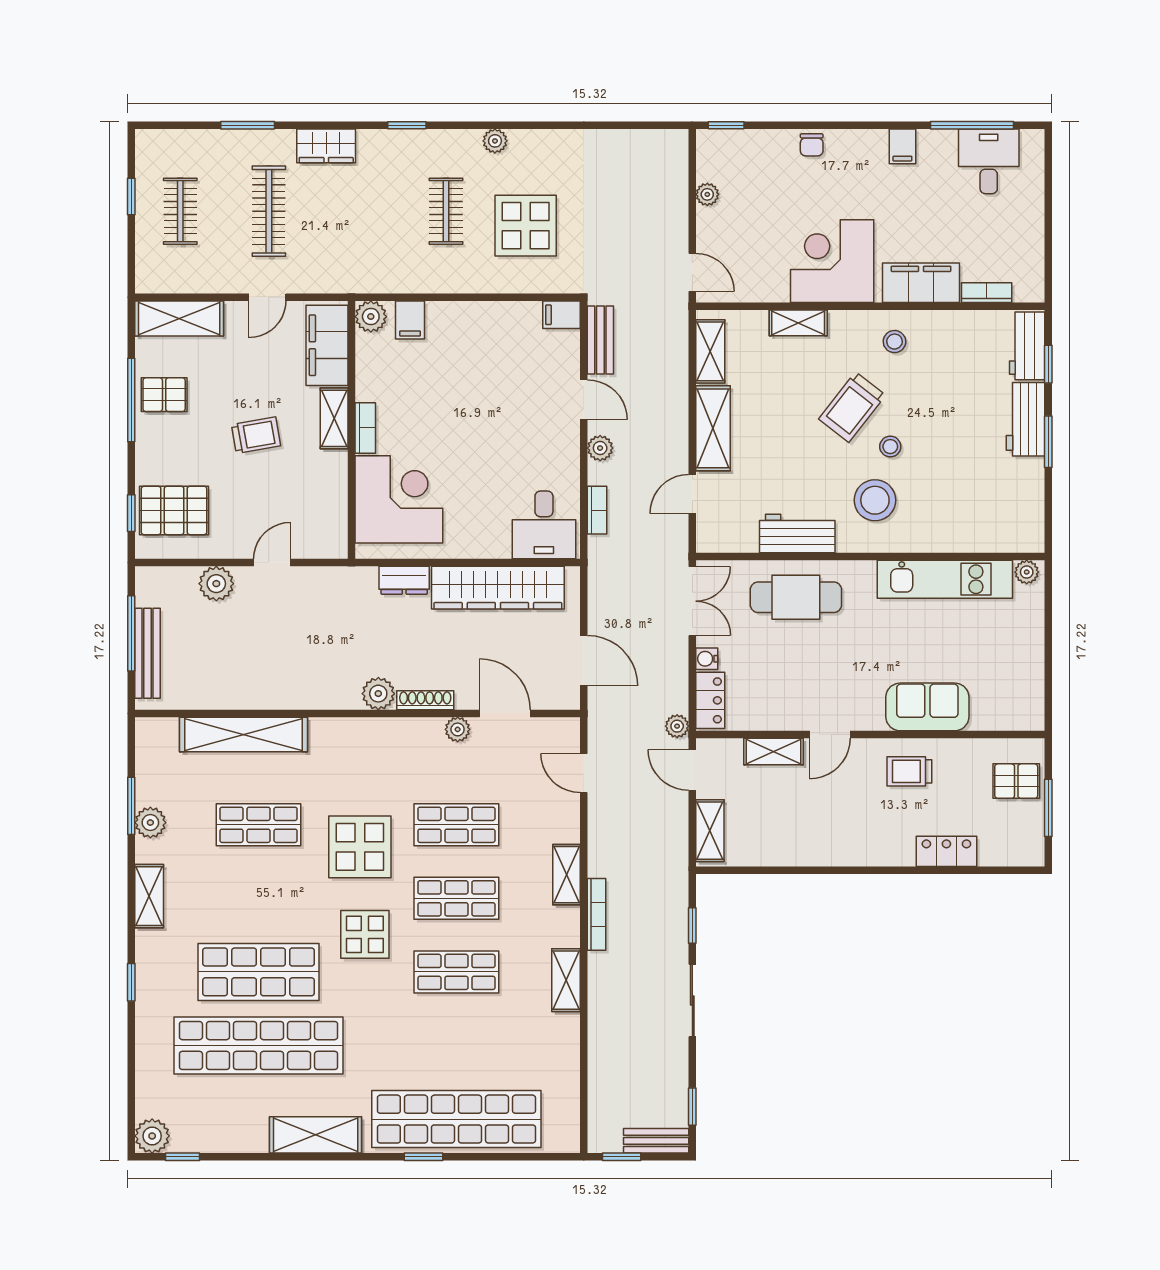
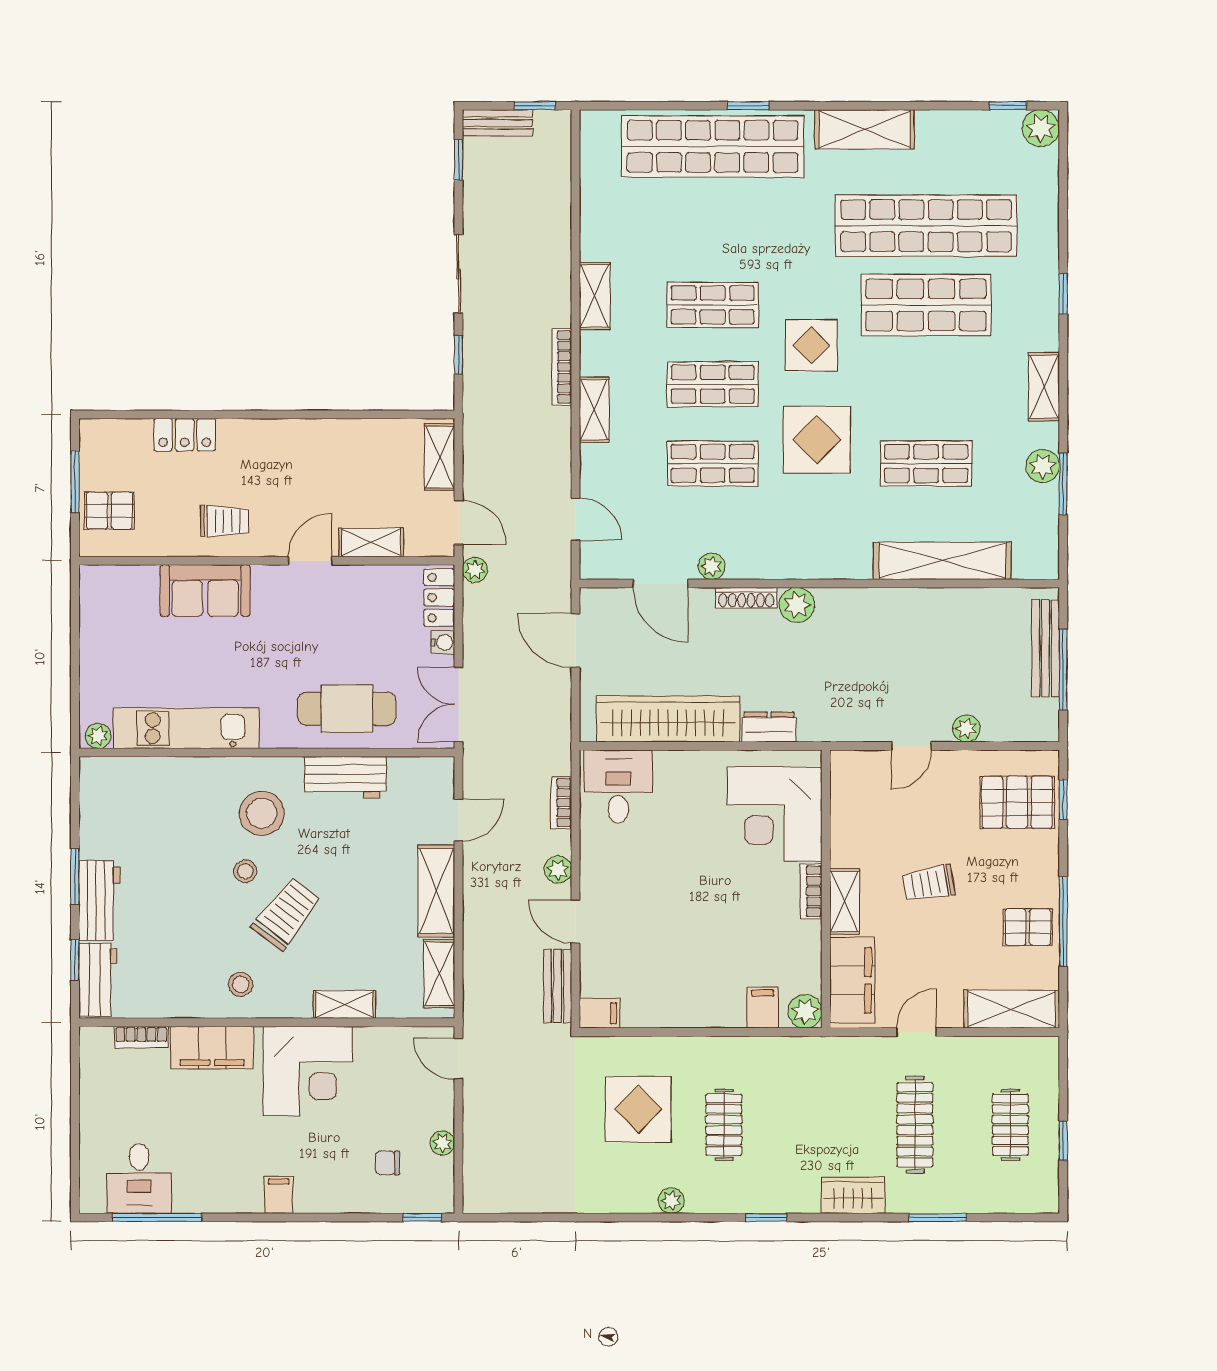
chair: (812, 145) -> (388, 1163), moved, turned -90
filing cabinet: (902, 146) -> (279, 1195), moved
plant: (216, 584) -> (966, 729), width x0.73, depth x0.73

